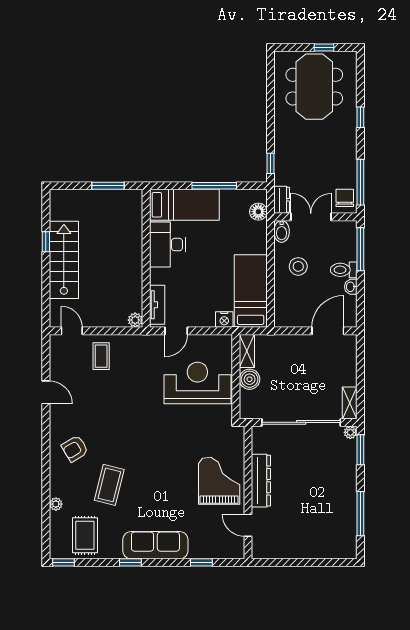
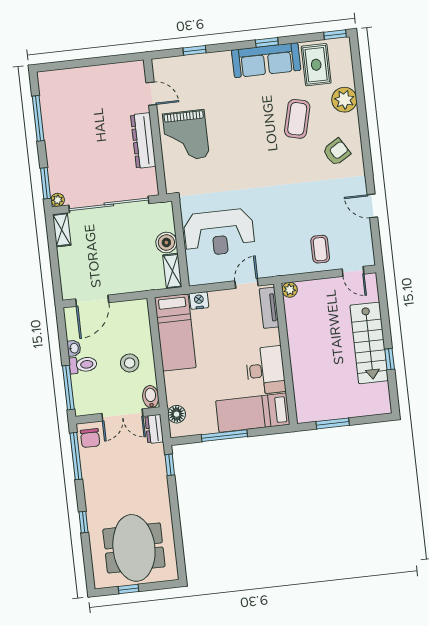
plant: (56, 504) -> (344, 100), width x1.88, depth x1.88
sofa: (155, 545) -> (266, 60), moved

